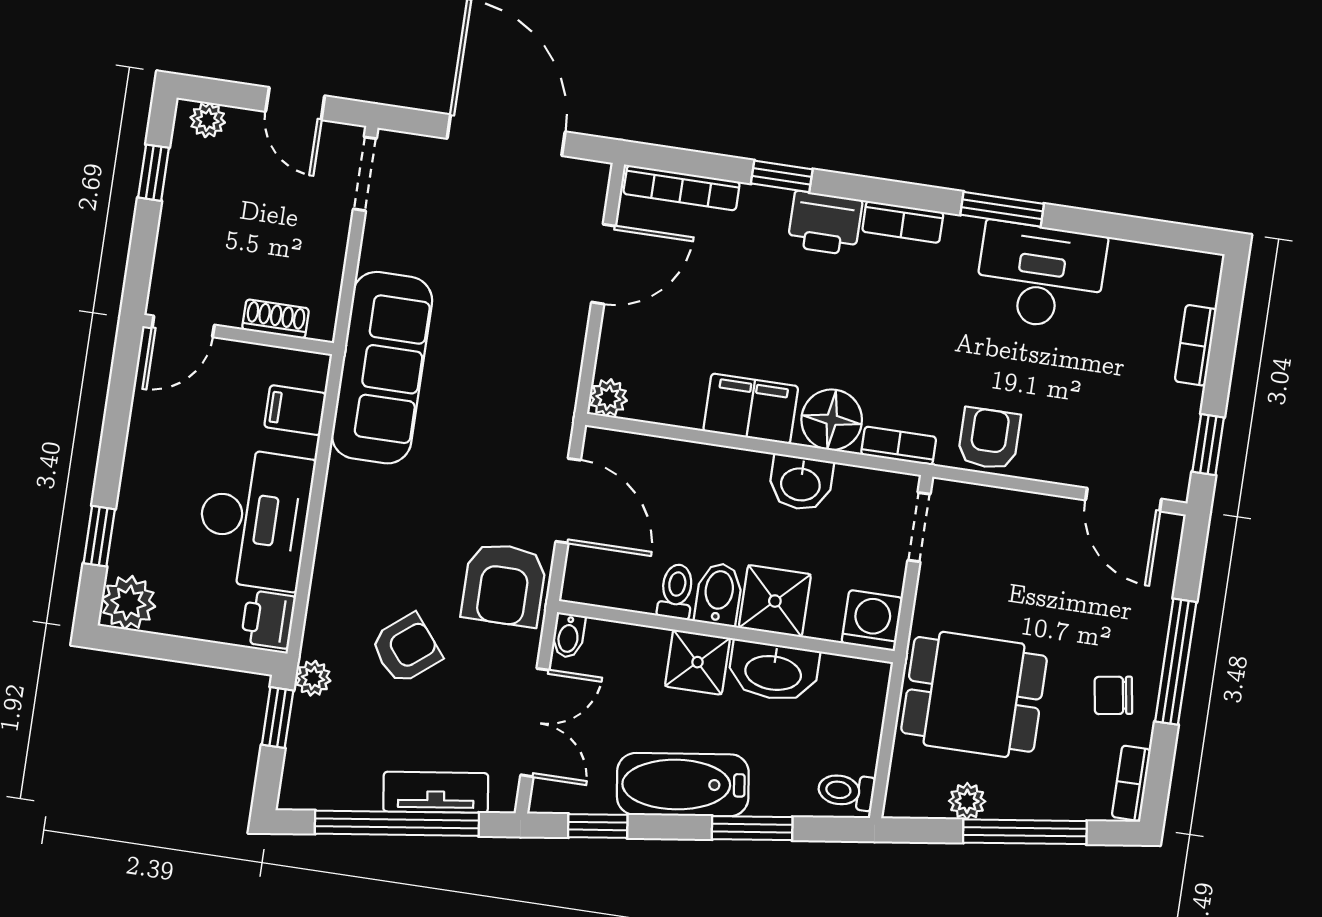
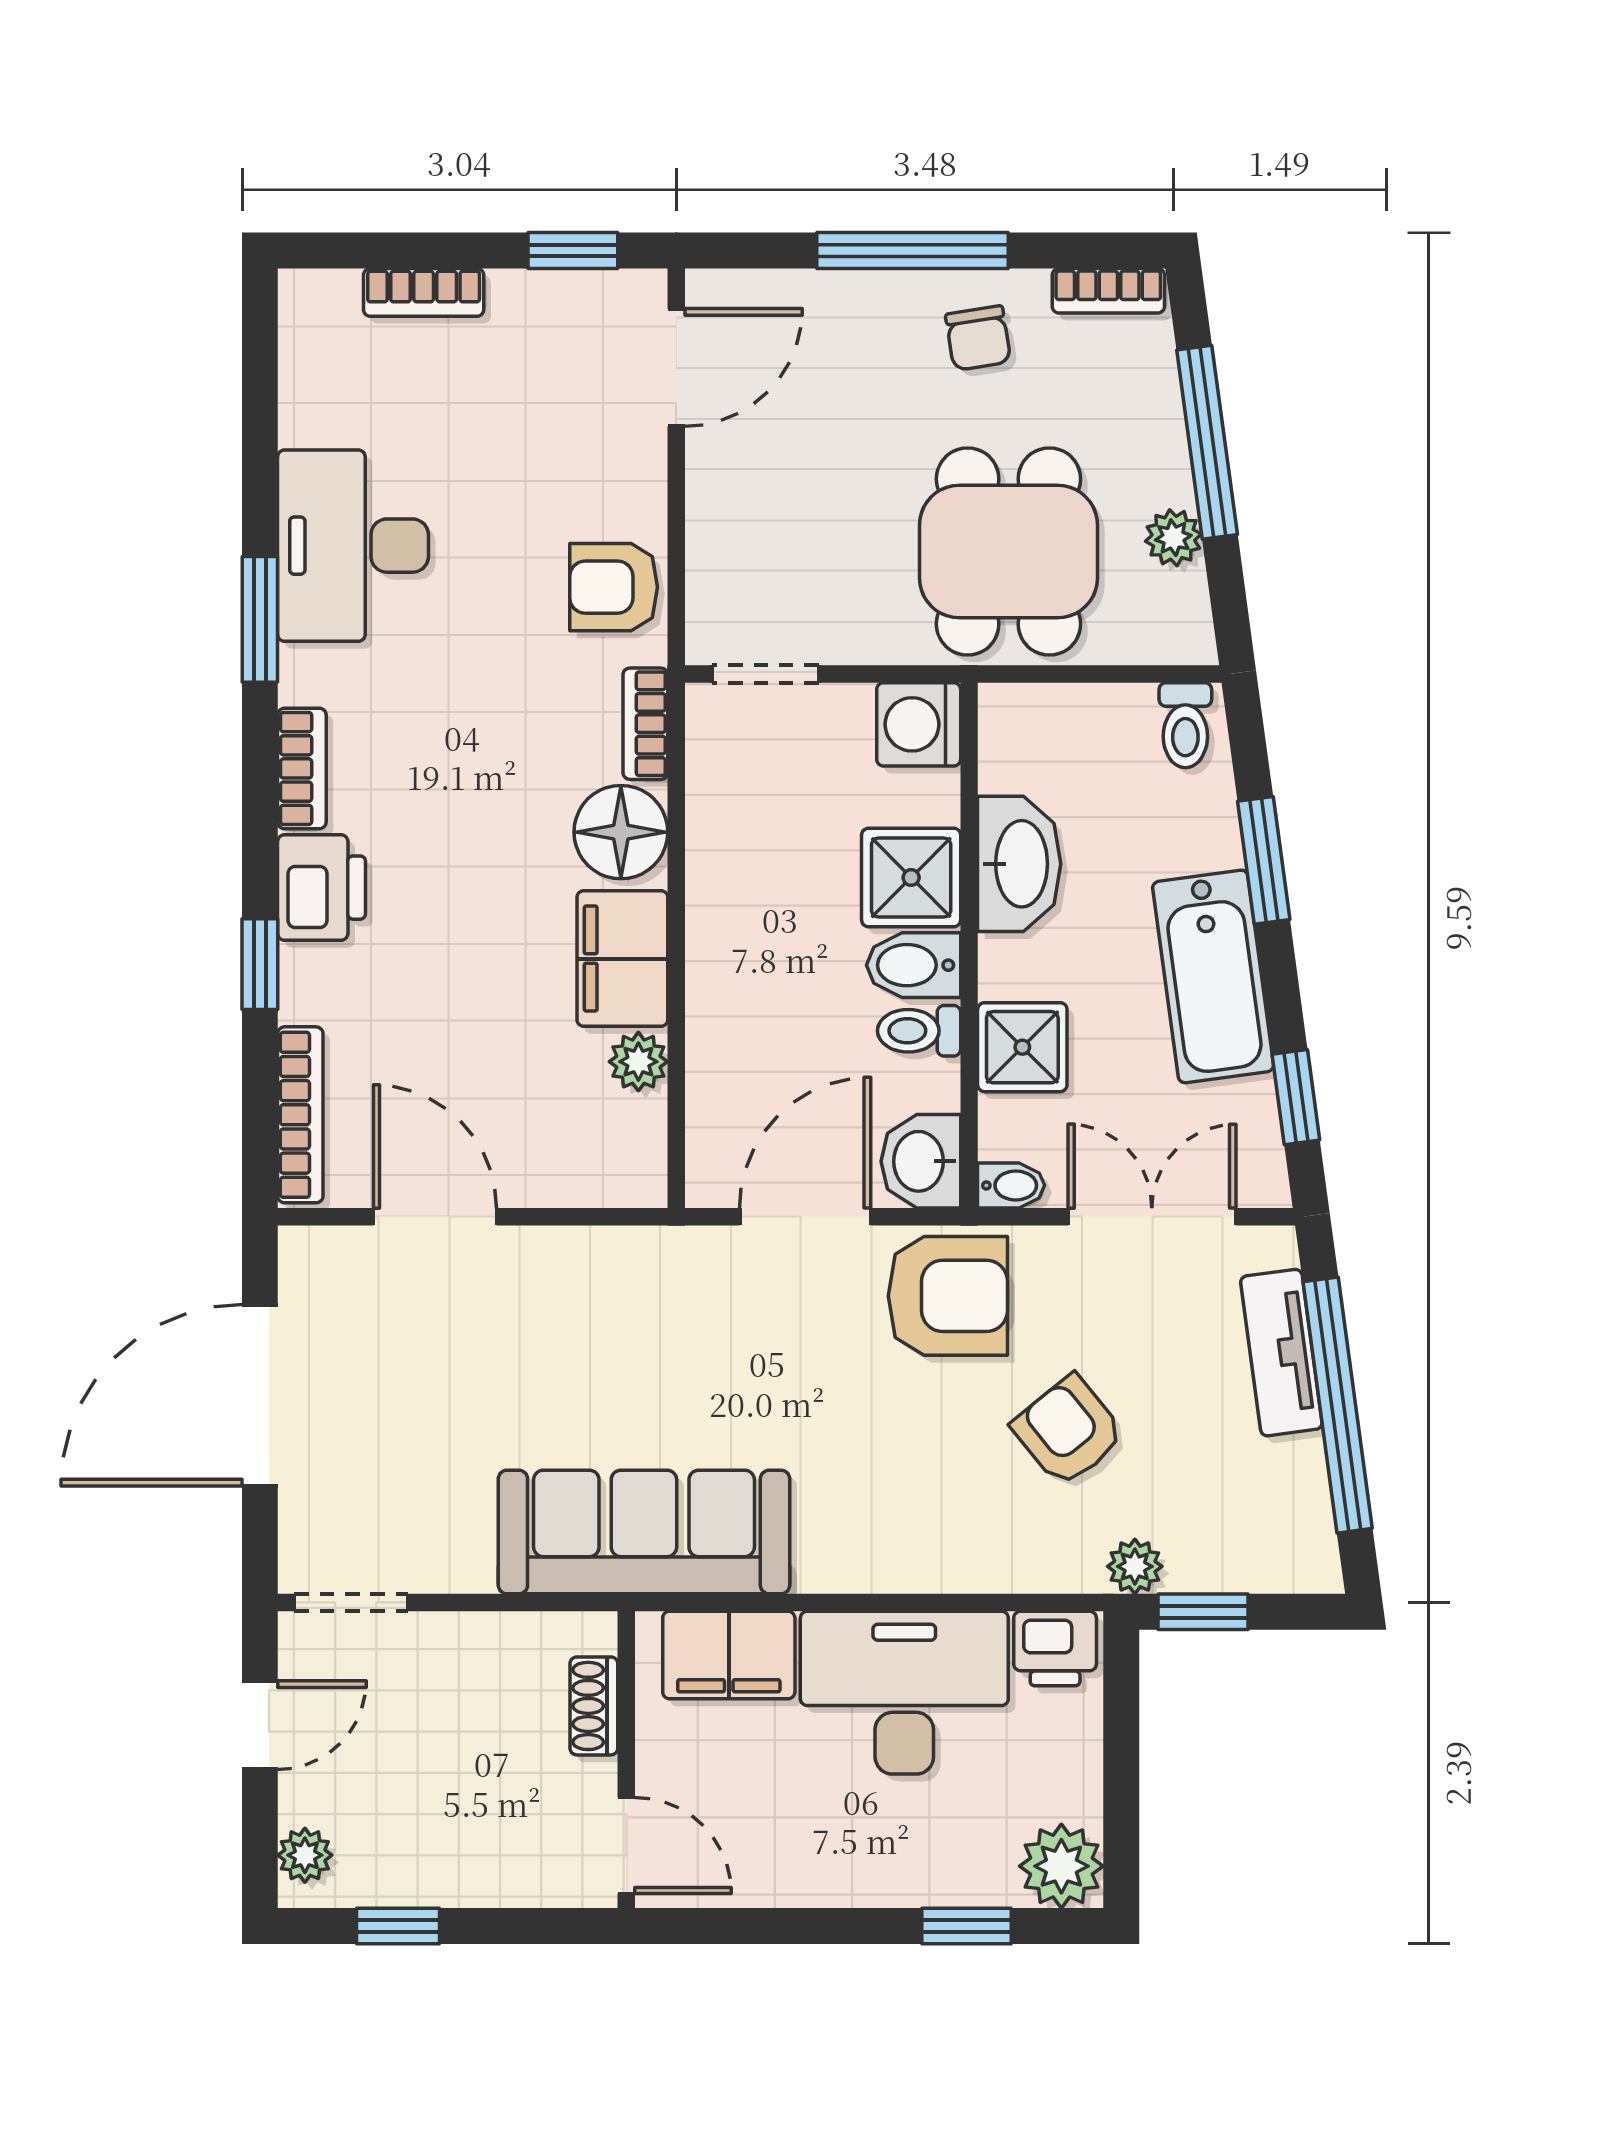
plant: (608, 398) -> (638, 1062), moved
filing cabinet: (295, 410) -> (729, 1655), width x2.00
washbasin: (801, 483) -> (921, 1161), moved, turned 180
shower: (697, 662) -> (1022, 1047), moved

